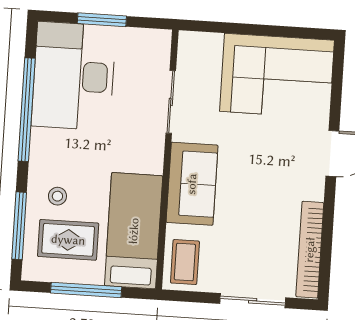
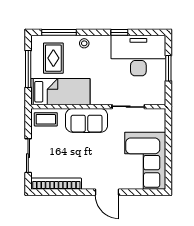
window: (27, 110) -> (119, 32), width x0.32
stool: (57, 196) -> (84, 43), moved

